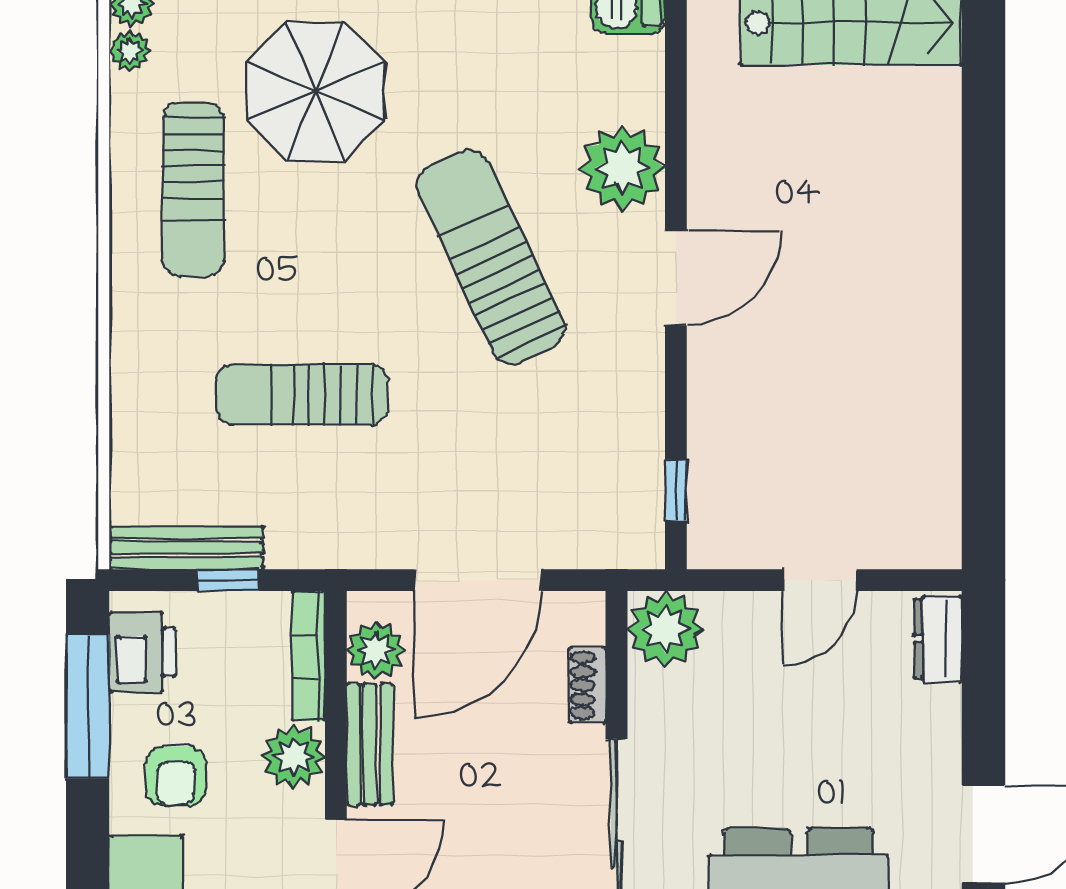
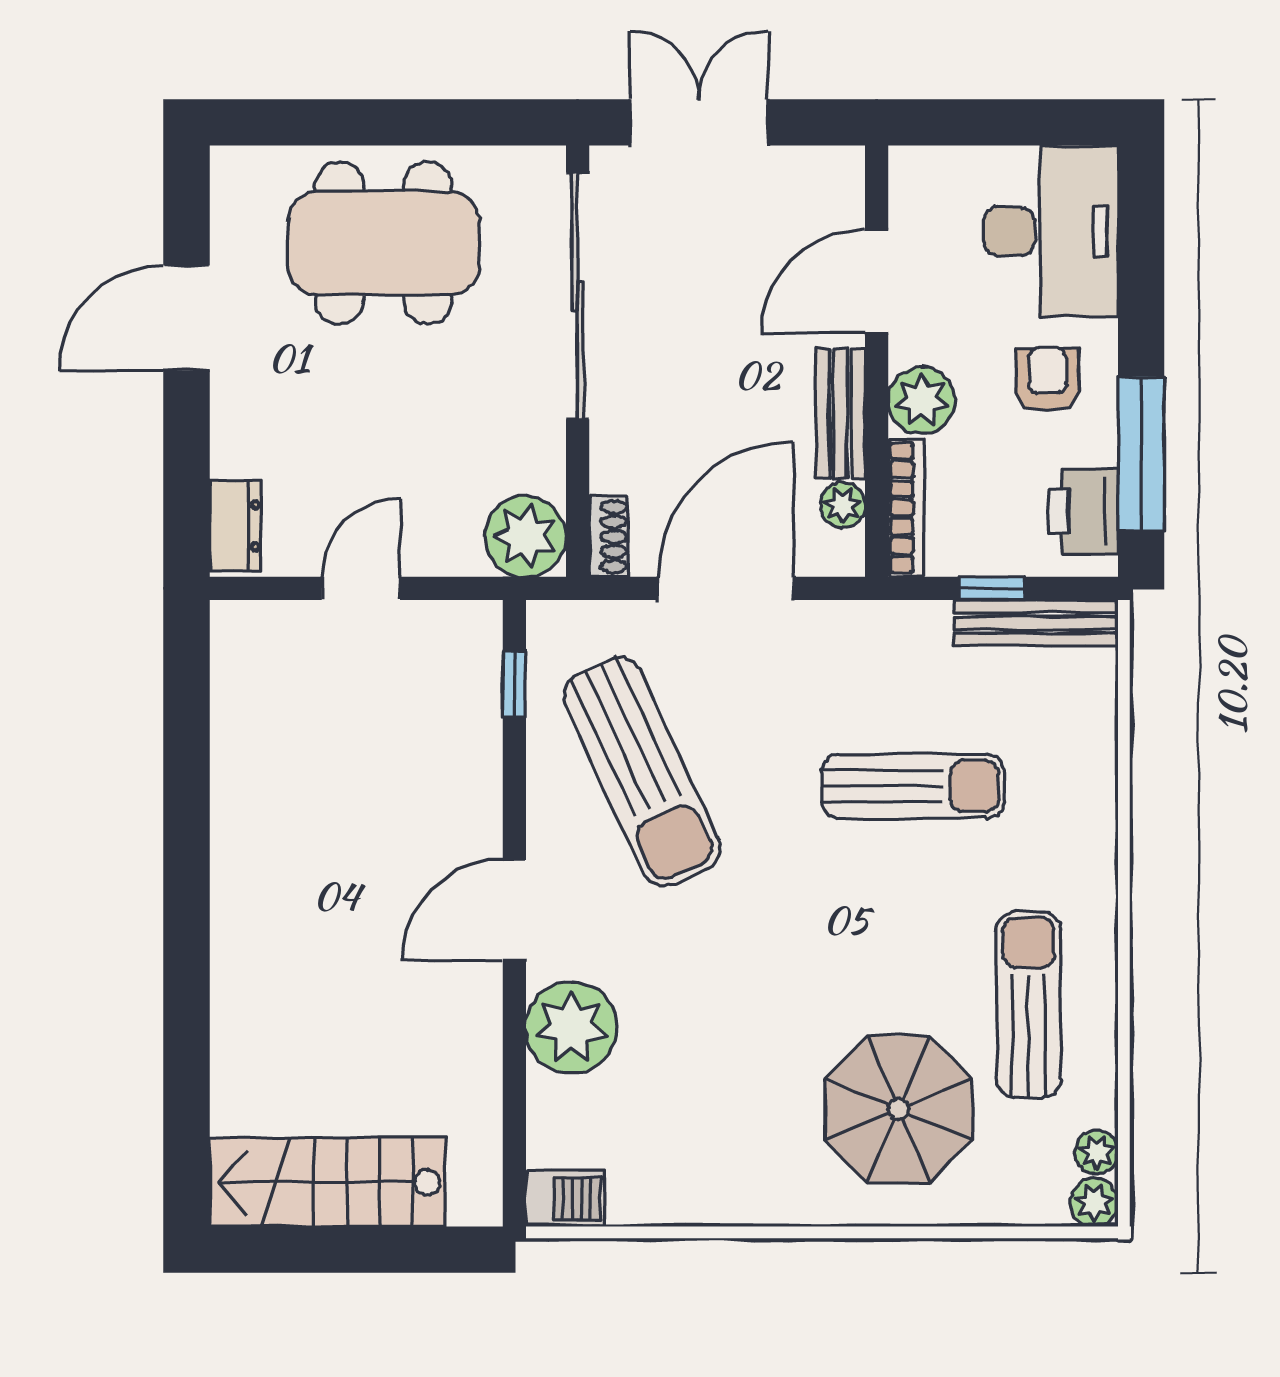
sun lounger: (491, 257) -> (642, 772), moved
plant: (376, 650) -> (843, 505), width x0.73, depth x0.73
shoe rack: (587, 685) -> (609, 537), moved

